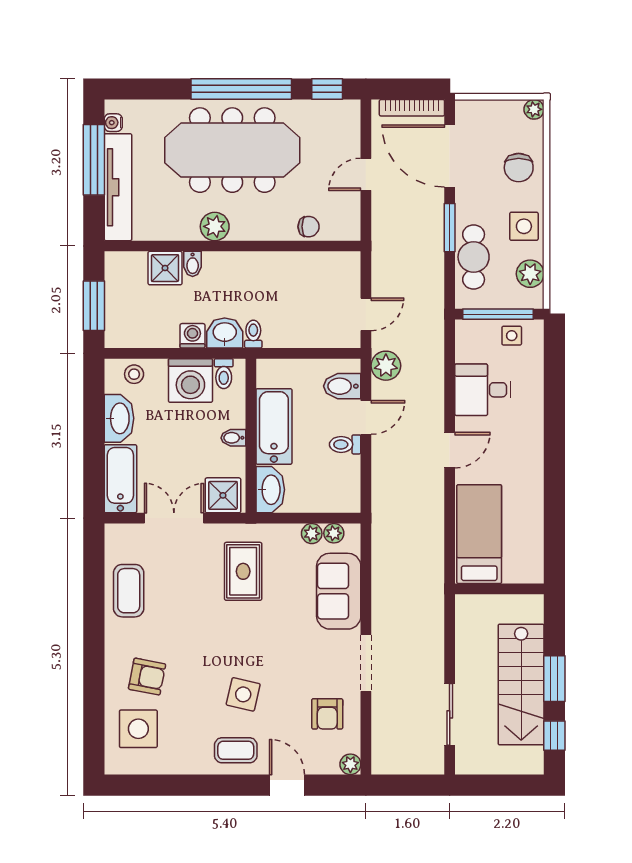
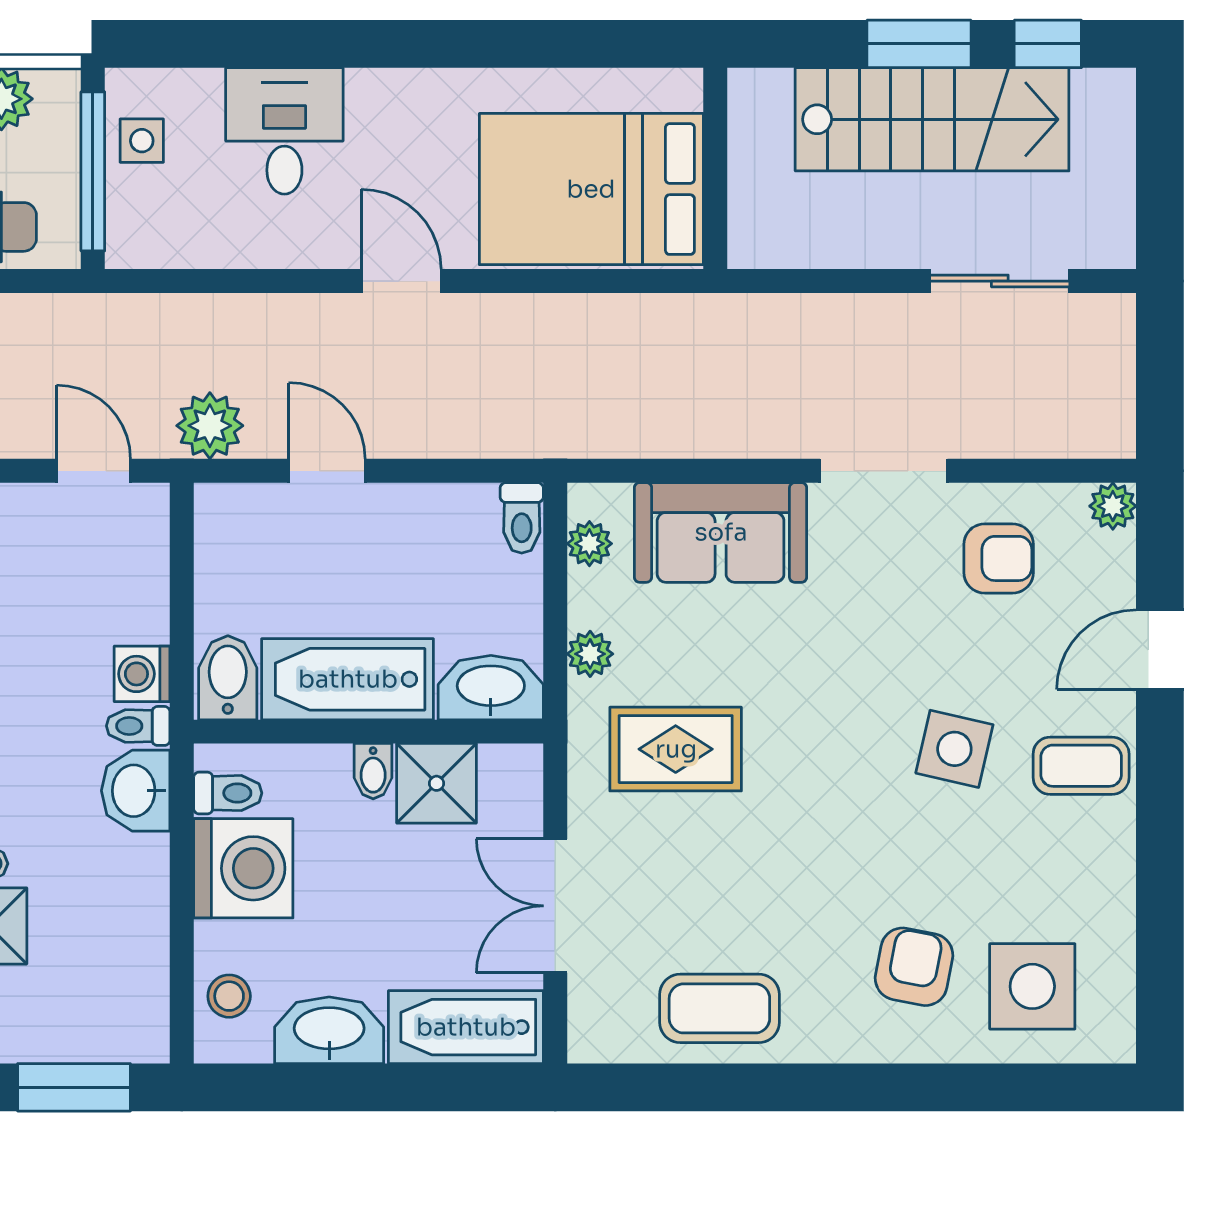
washing machine: (192, 336) -> (142, 674), moved
bidet: (342, 386) -> (228, 678), moved, turned 180
desk: (483, 390) -> (284, 131), moved, turned 180
toilet: (345, 444) -> (522, 518), moved
shower: (223, 495) -> (437, 783), moved
plant: (312, 534) -> (590, 654), moved
bed: (479, 534) -> (591, 189), width x1.50
coffee table: (236, 750) -> (1081, 766), turned 90

